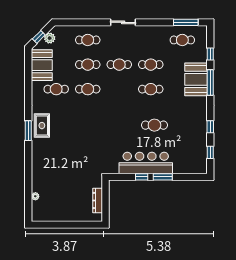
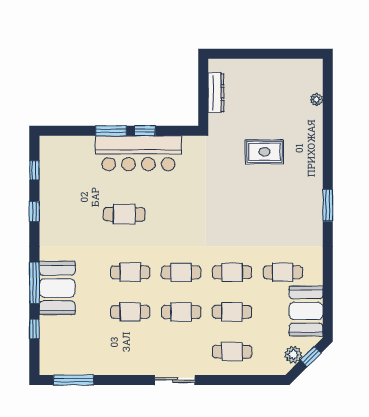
cafe table: (182, 40) -> (181, 272), moved
rug: (42, 126) -> (264, 152), moved, turned 90

